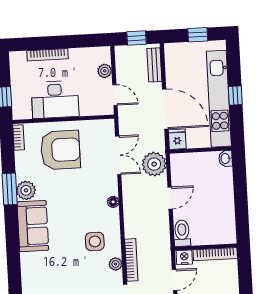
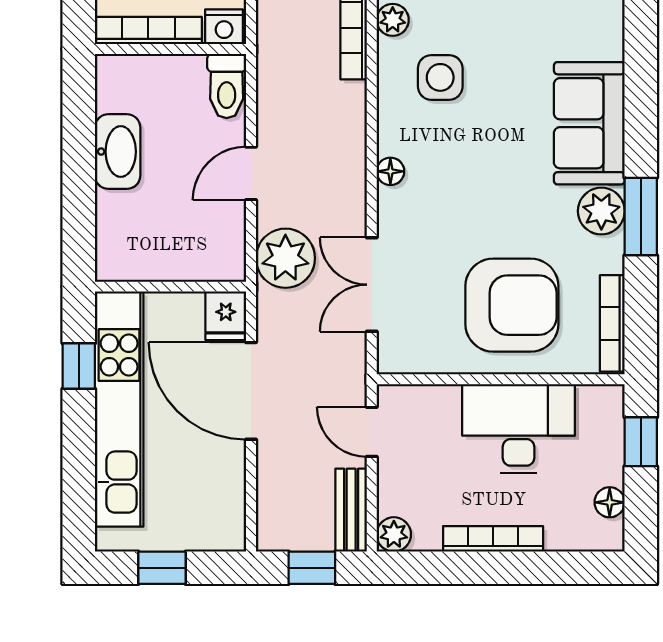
bookcase: (47, 55) -> (493, 539), moved
bench: (154, 65) -> (351, 510), moved
floor lamp: (16, 71) -> (610, 502), added
plant: (105, 71) -> (394, 534), moved
window: (235, 96) -> (79, 366), moved
bookcase: (19, 138) -> (612, 323), width x1.56
armchair: (60, 150) -> (512, 305), turned 180
washbasin: (226, 159) -> (118, 152), moved, width x1.91, depth x1.45

